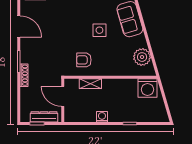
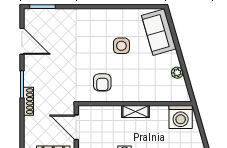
plant: (142, 57) -> (177, 73), width x0.53, depth x0.53
armchair: (84, 60) -> (102, 82), turned -90
shelving: (90, 84) -> (136, 111), moved

